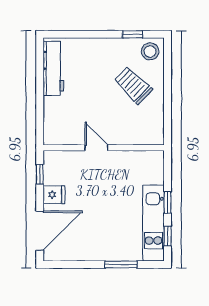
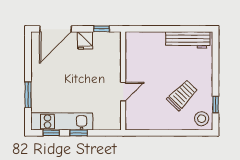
trolley: (133, 85) -> (182, 95), moved
door: (97, 148) -> (123, 92), moved
door: (40, 231) -> (56, 29), hinge flipped

